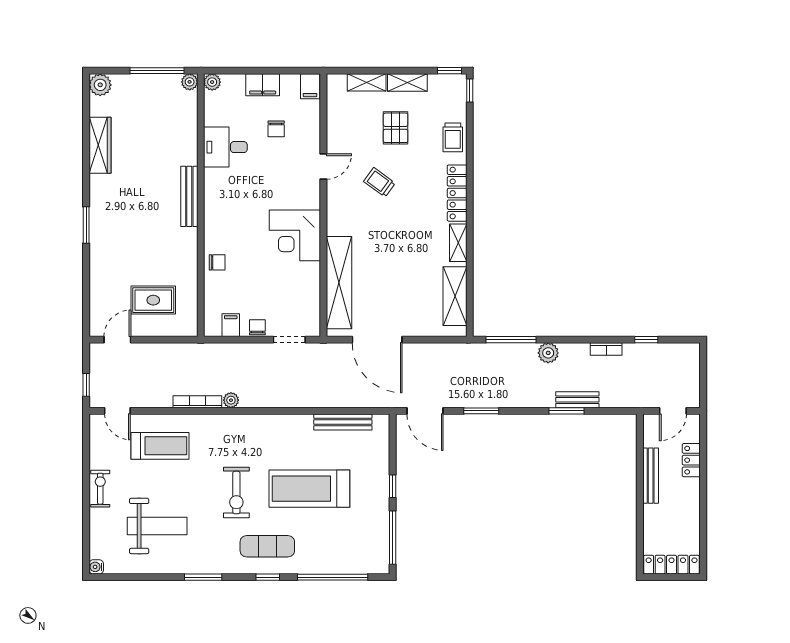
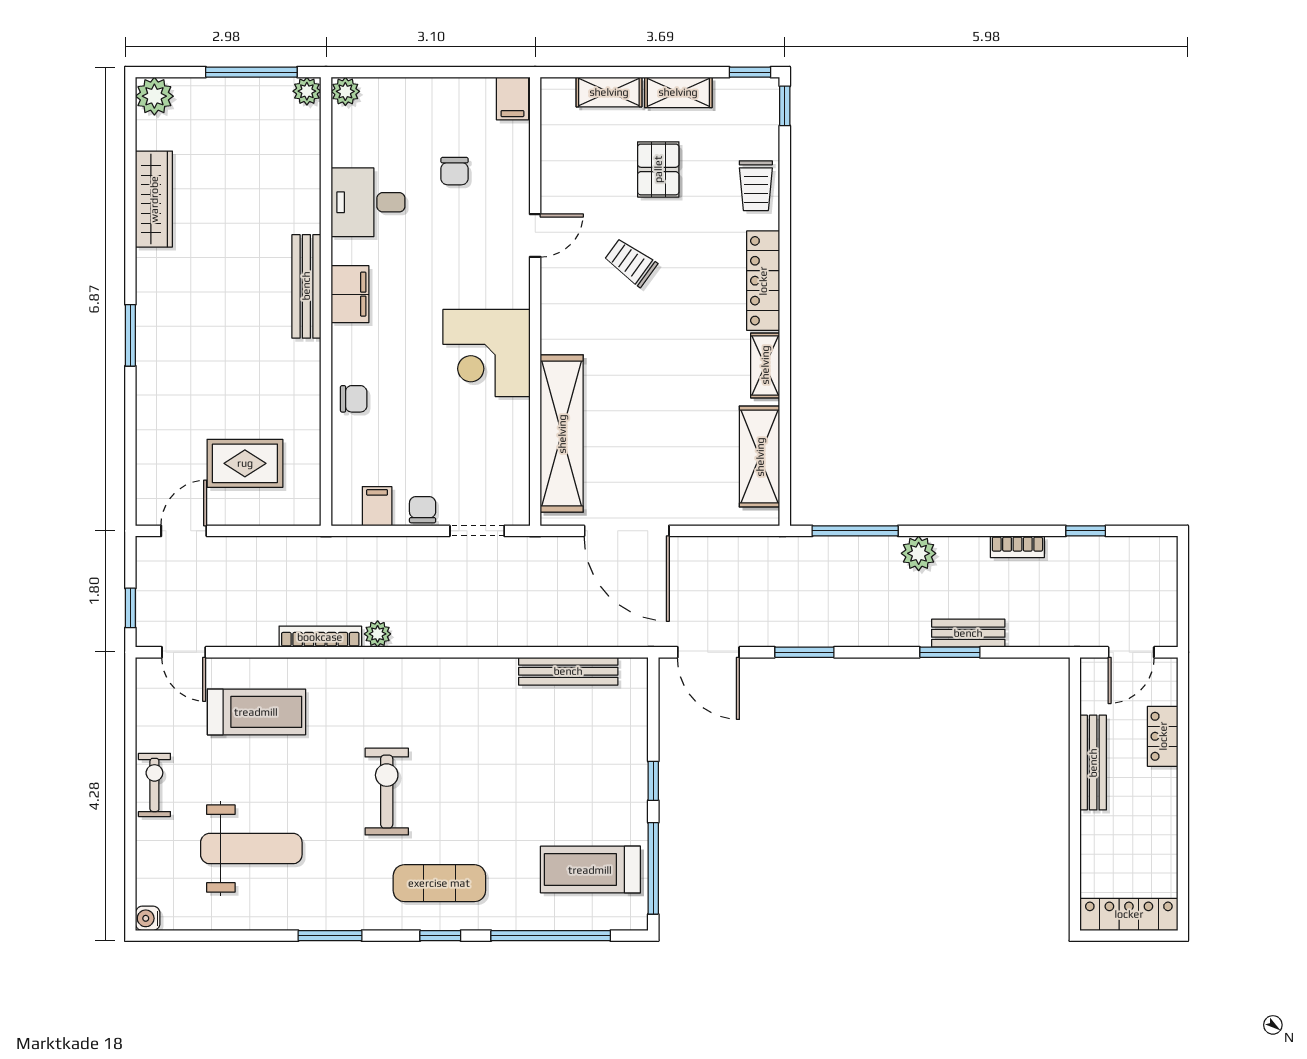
filing cabinet: (263, 85) -> (350, 294), moved, turned -90
treadmill: (309, 489) -> (590, 870), moved, width x0.73, depth x0.73
exercise bike: (236, 493) -> (387, 792), turned 180

